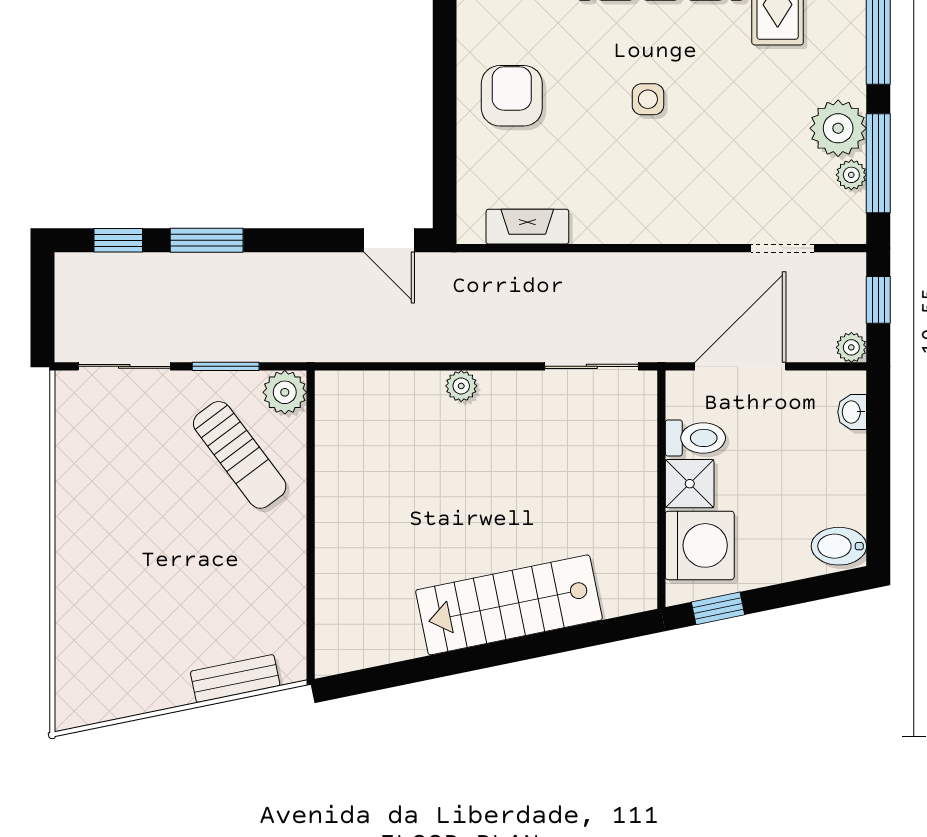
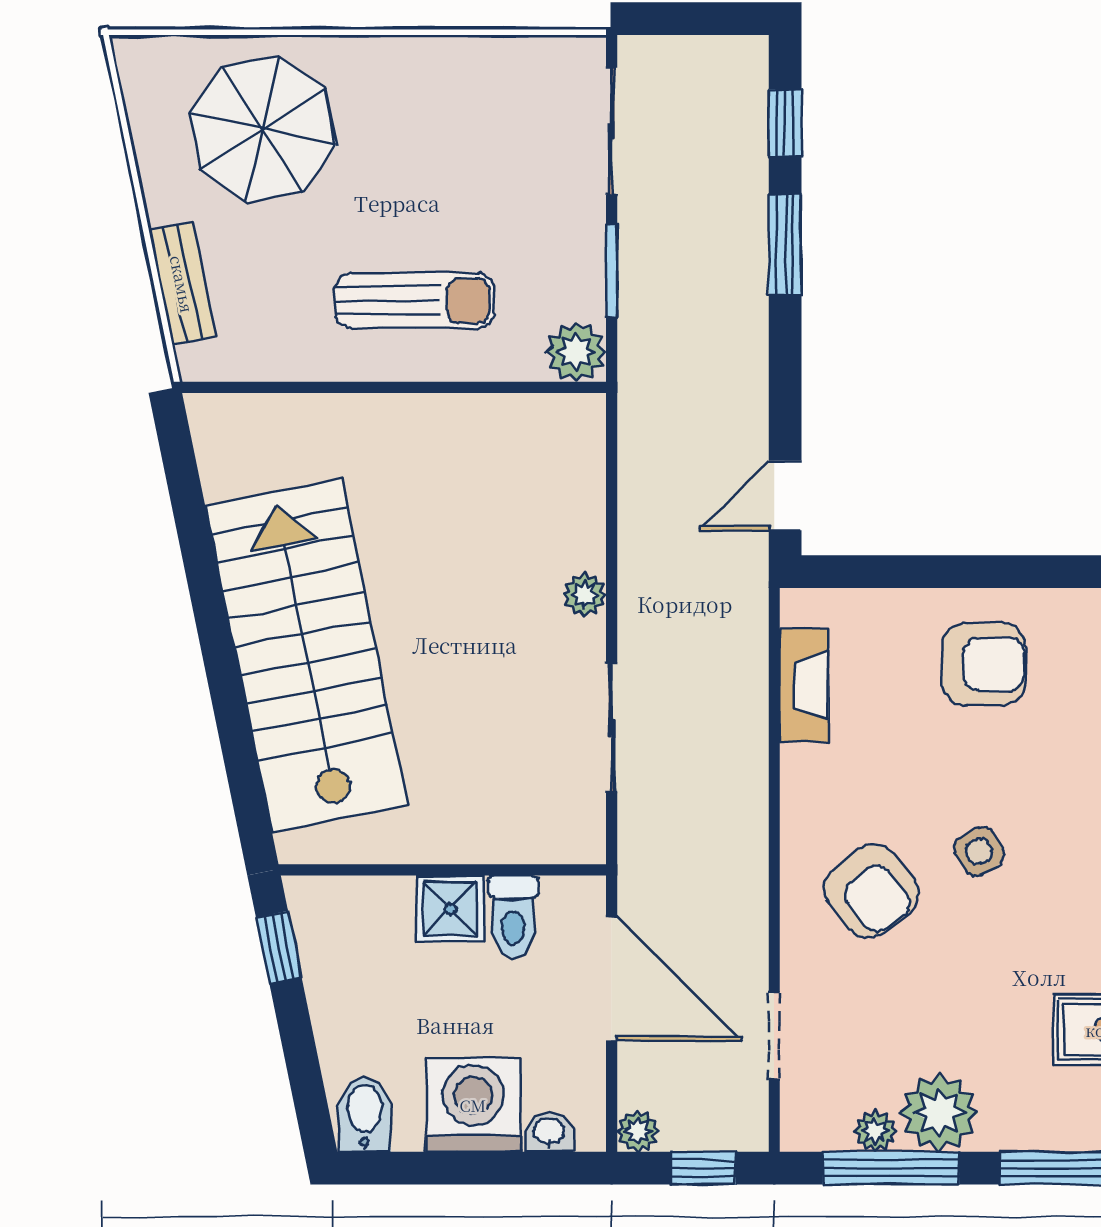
side table: (648, 99) -> (979, 851), turned -31
armchair: (677, 178) -> (871, 891), added
sliding door: (592, 366) -> (612, 728), moved
sun lounger: (240, 455) -> (415, 301), moved, turned -143
washing machine: (700, 545) -> (473, 1105), moved, turned 180
stairs: (509, 605) -> (306, 656), width x1.36, depth x1.51
parasol: (123, 620) -> (263, 129), added

